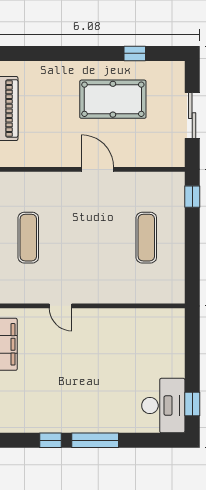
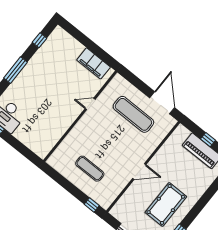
exercise mat: (28, 238) -> (133, 114), width x1.36, depth x1.45
window: (50, 440) -> (39, 40), moved

